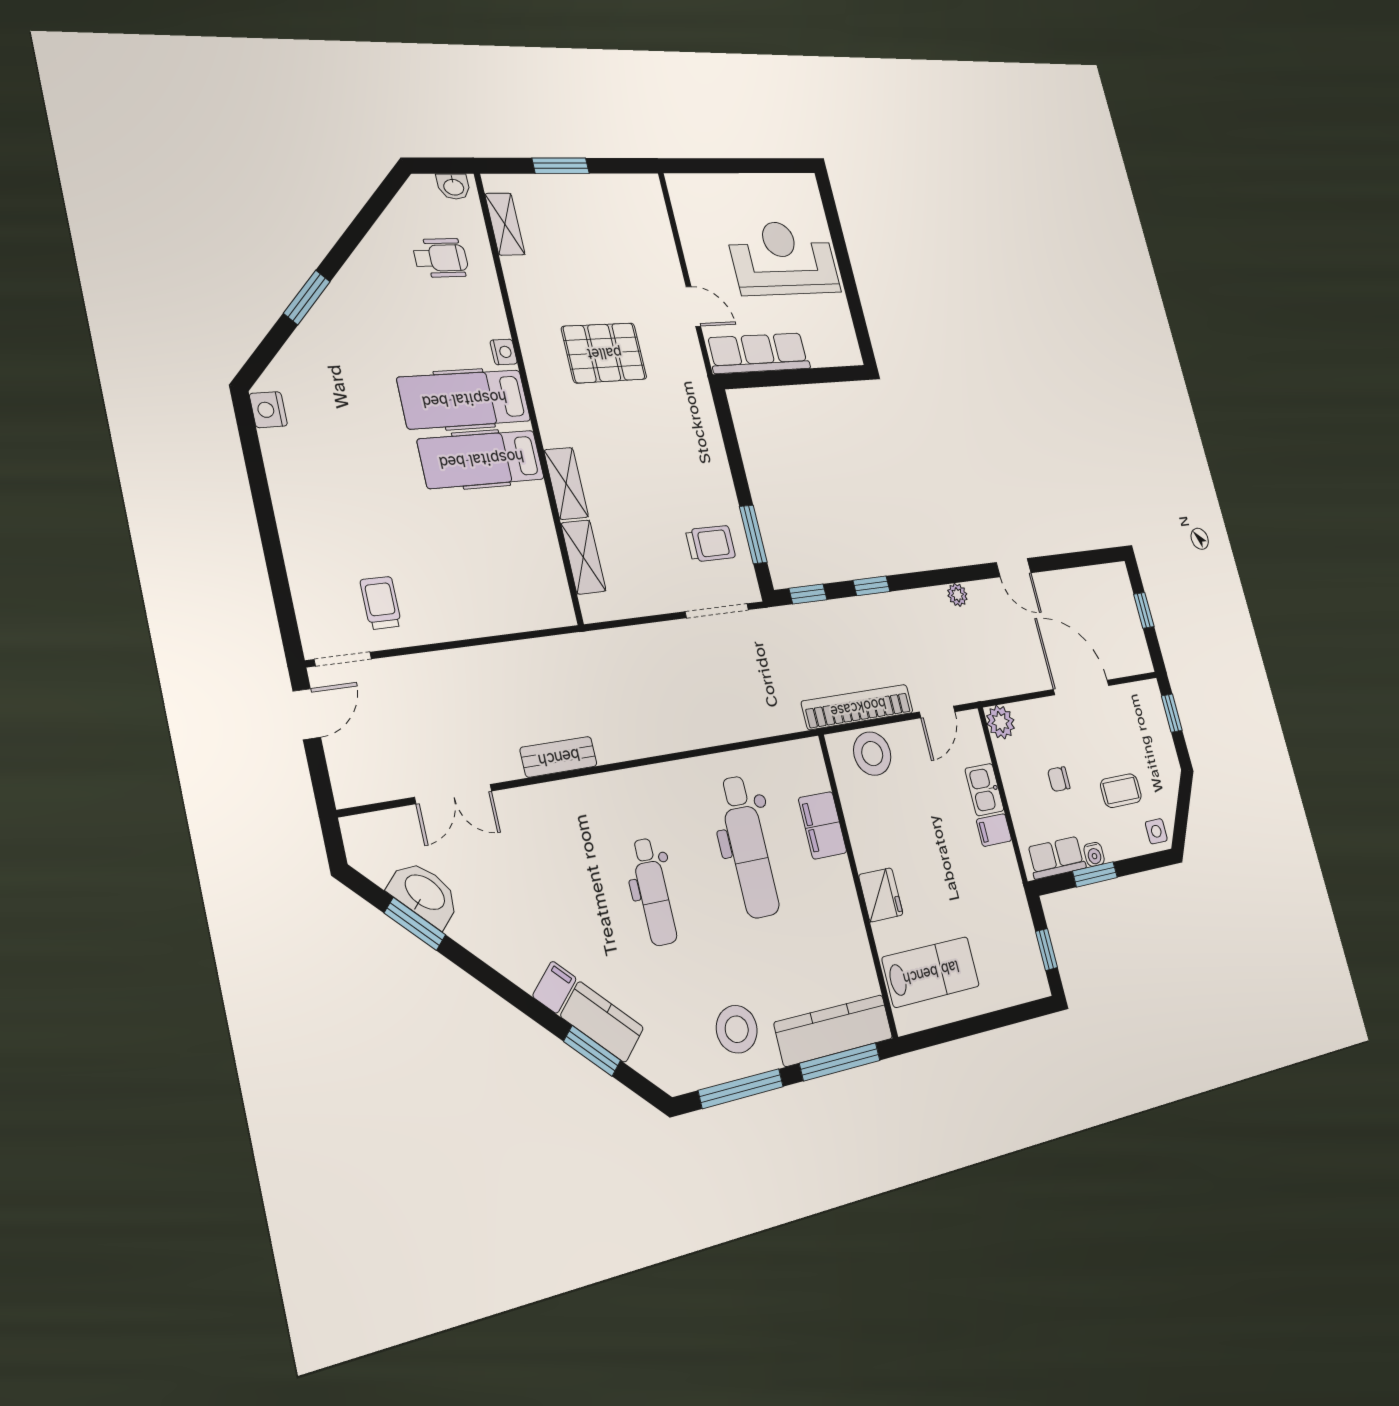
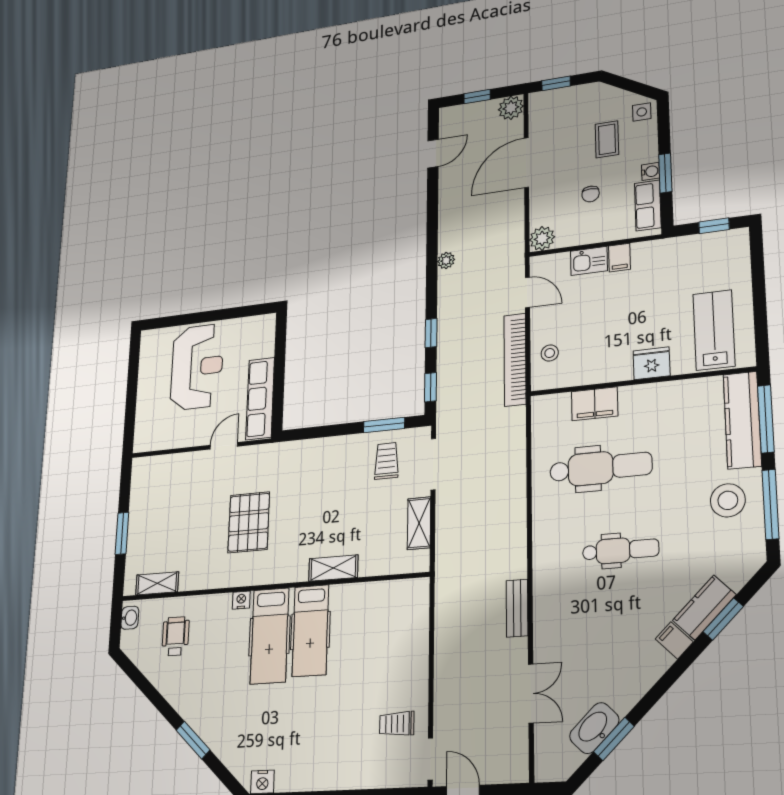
reception desk: (783, 258) -> (197, 367), turned 180
shelving: (583, 557) -> (419, 523), moved, turned 90
door: (1014, 568) -> (433, 154), moved
plant: (1138, 657) -> (511, 108), added
stool: (872, 754) -> (550, 353), width x0.53, depth x0.53

